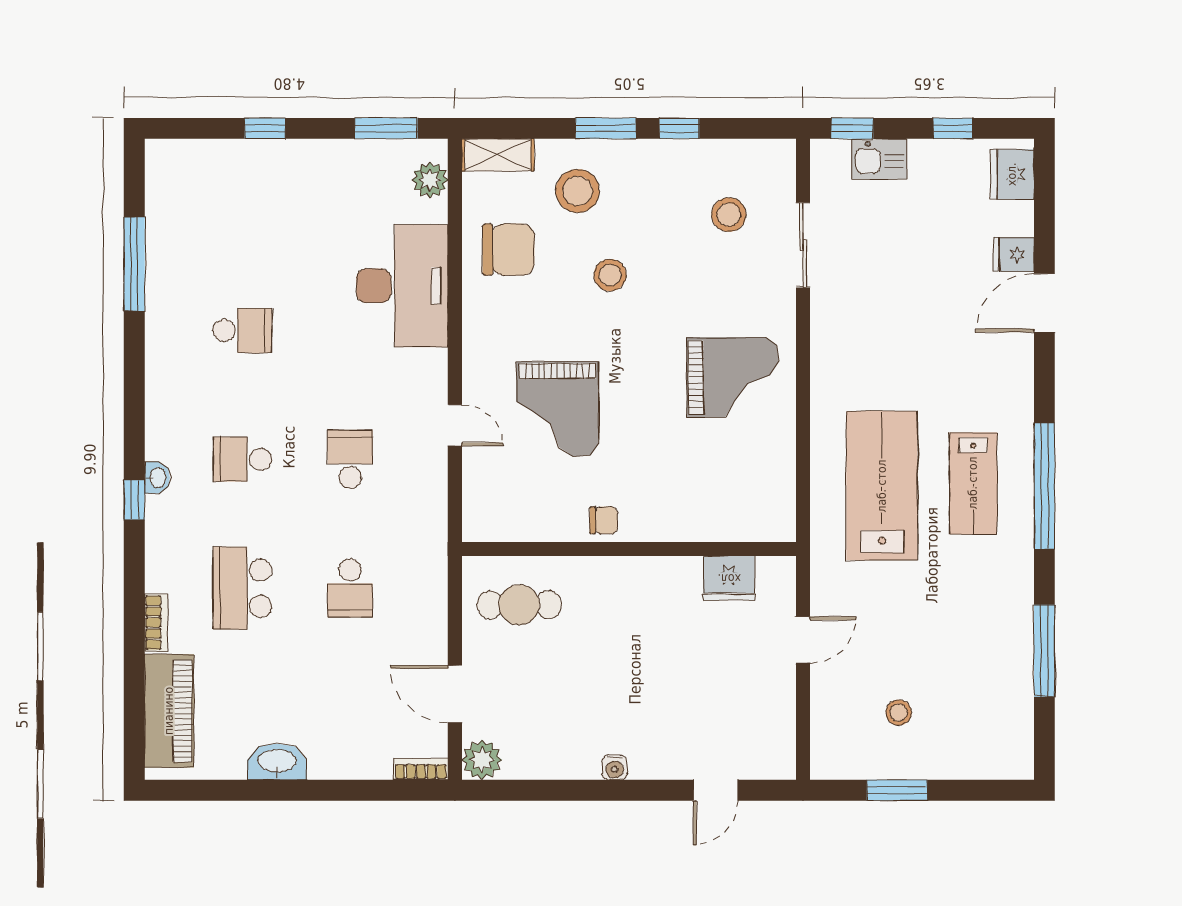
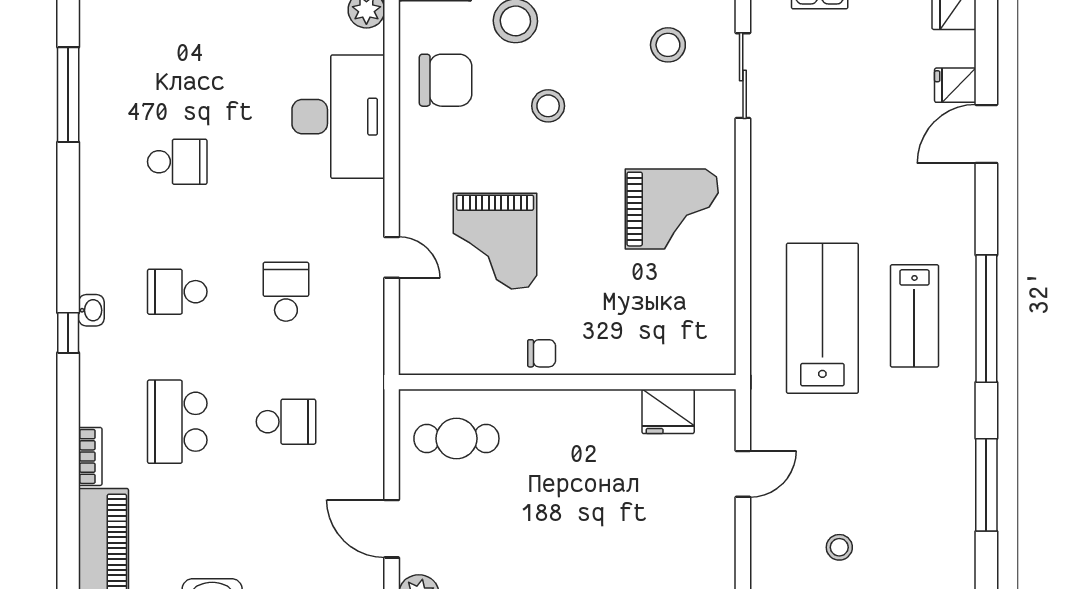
school desk: (350, 588) -> (286, 422), turned -90

